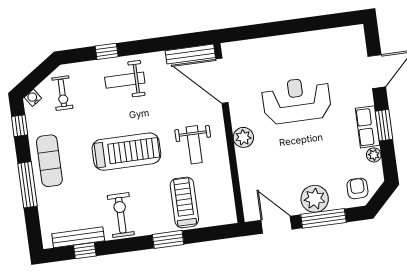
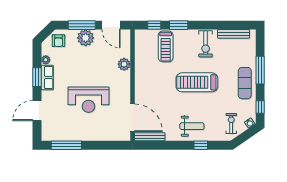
window: (322, 22) -> (66, 145), added
plant: (243, 137) -> (124, 64), moved
weight bench: (194, 145) -> (155, 81), removed
window: (85, 251) -> (154, 25), moved

